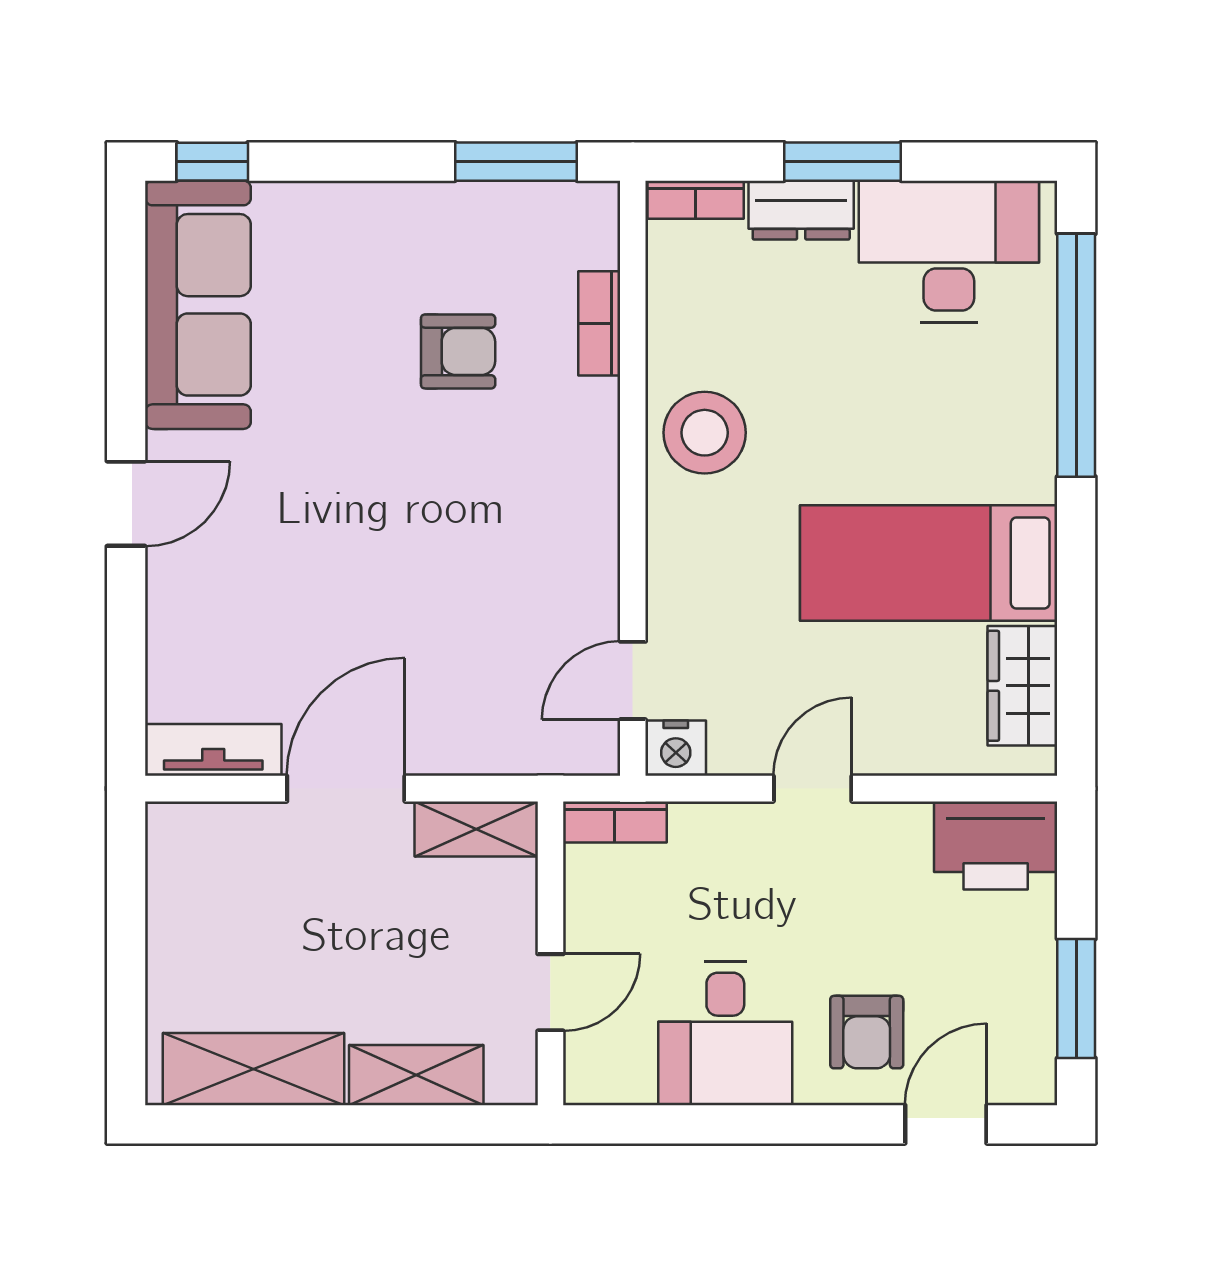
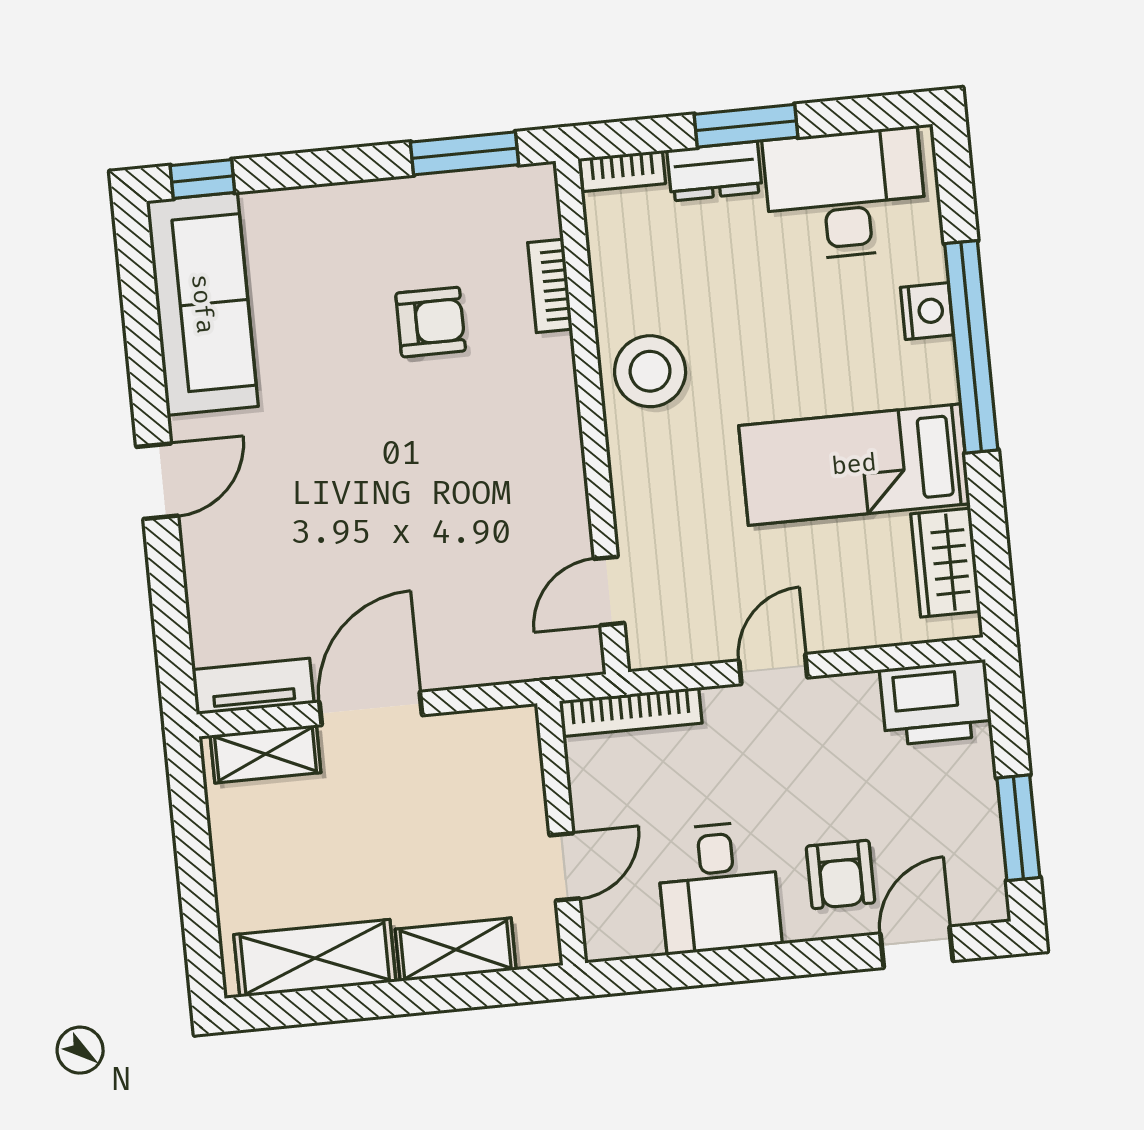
window: (1076, 355) -> (971, 347), moved
nightstand: (676, 748) -> (927, 311), moved, turned -90
bookcase: (615, 822) -> (631, 712), width x1.56
shelving: (476, 829) -> (266, 754), moved

